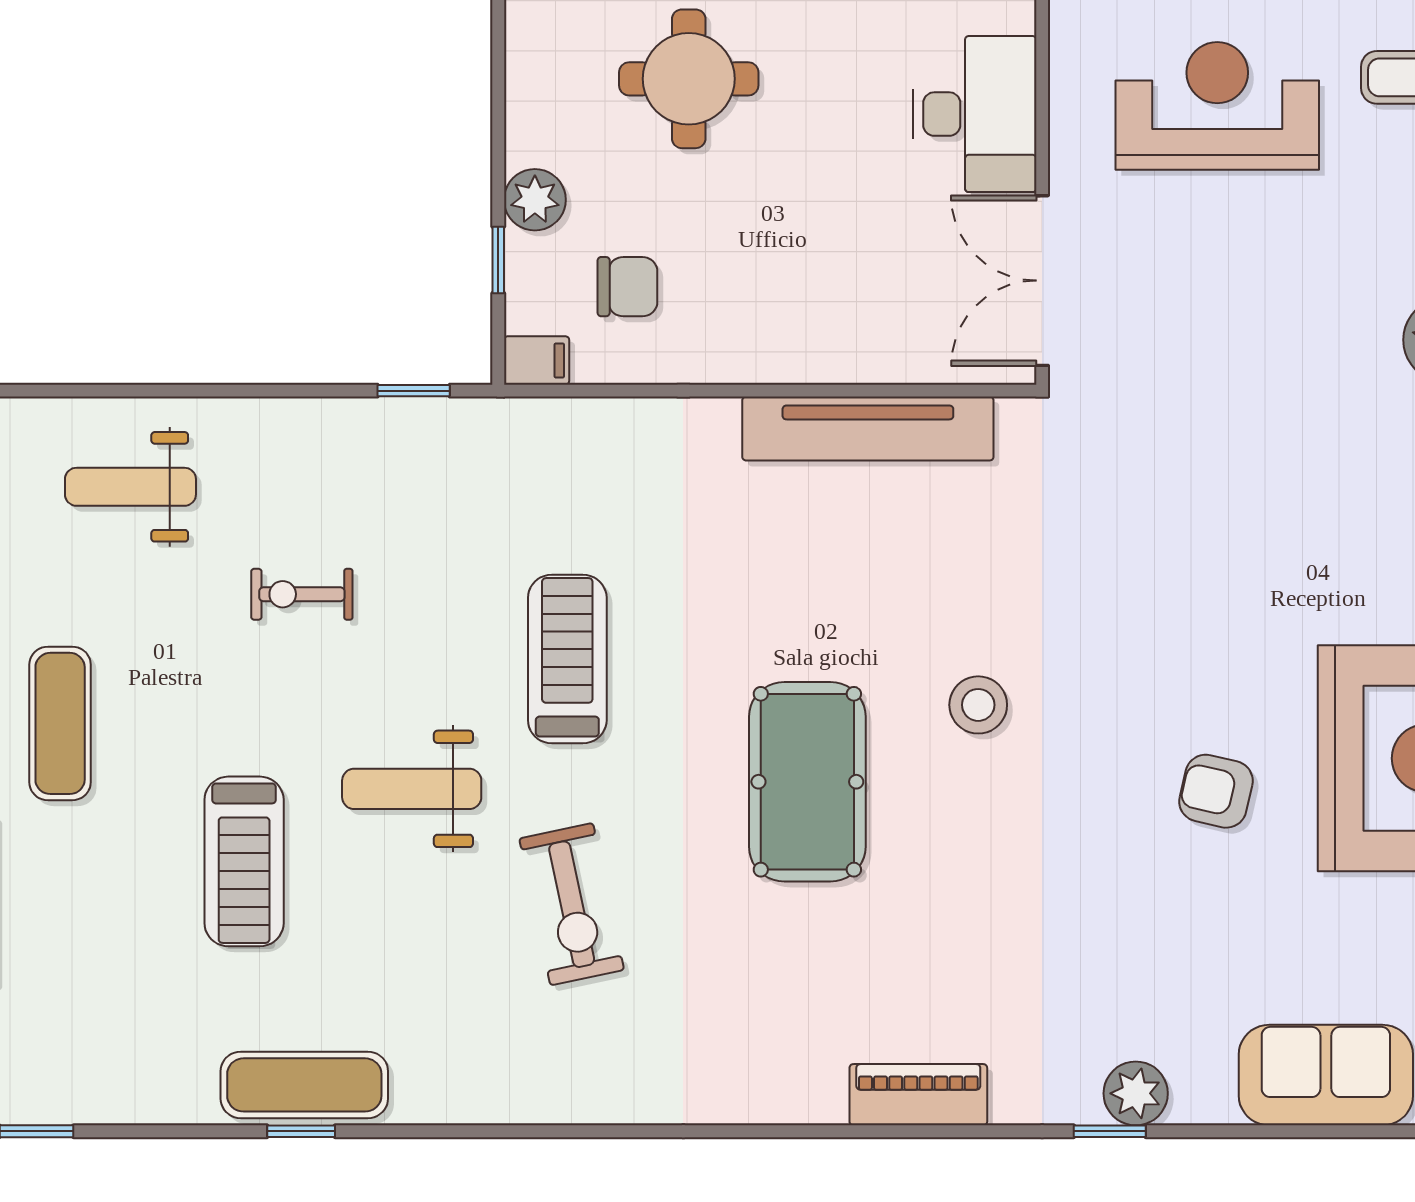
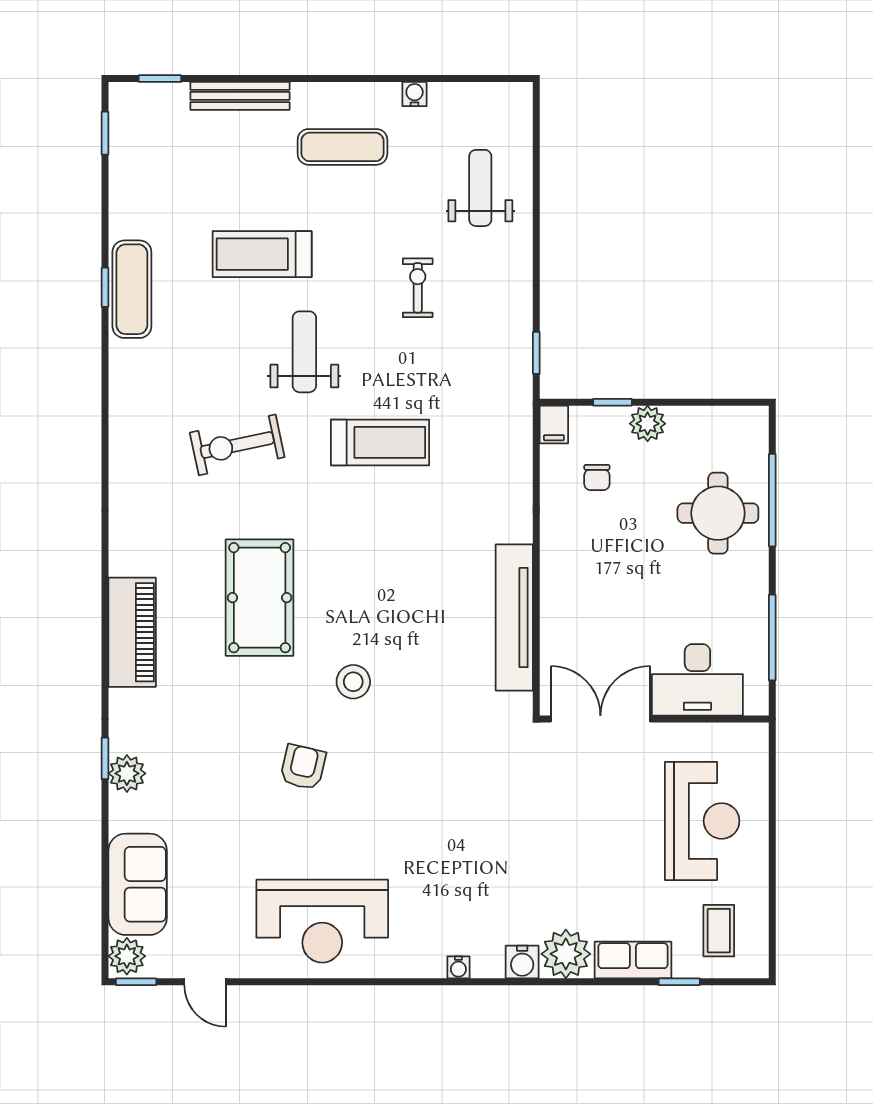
chair: (627, 287) -> (597, 477), width x0.73, depth x0.73
pool table: (807, 782) -> (260, 598), moved, turned 90
armchair: (1216, 791) -> (303, 767), moved
piano: (918, 1095) -> (132, 632), width x1.37, depth x1.33

